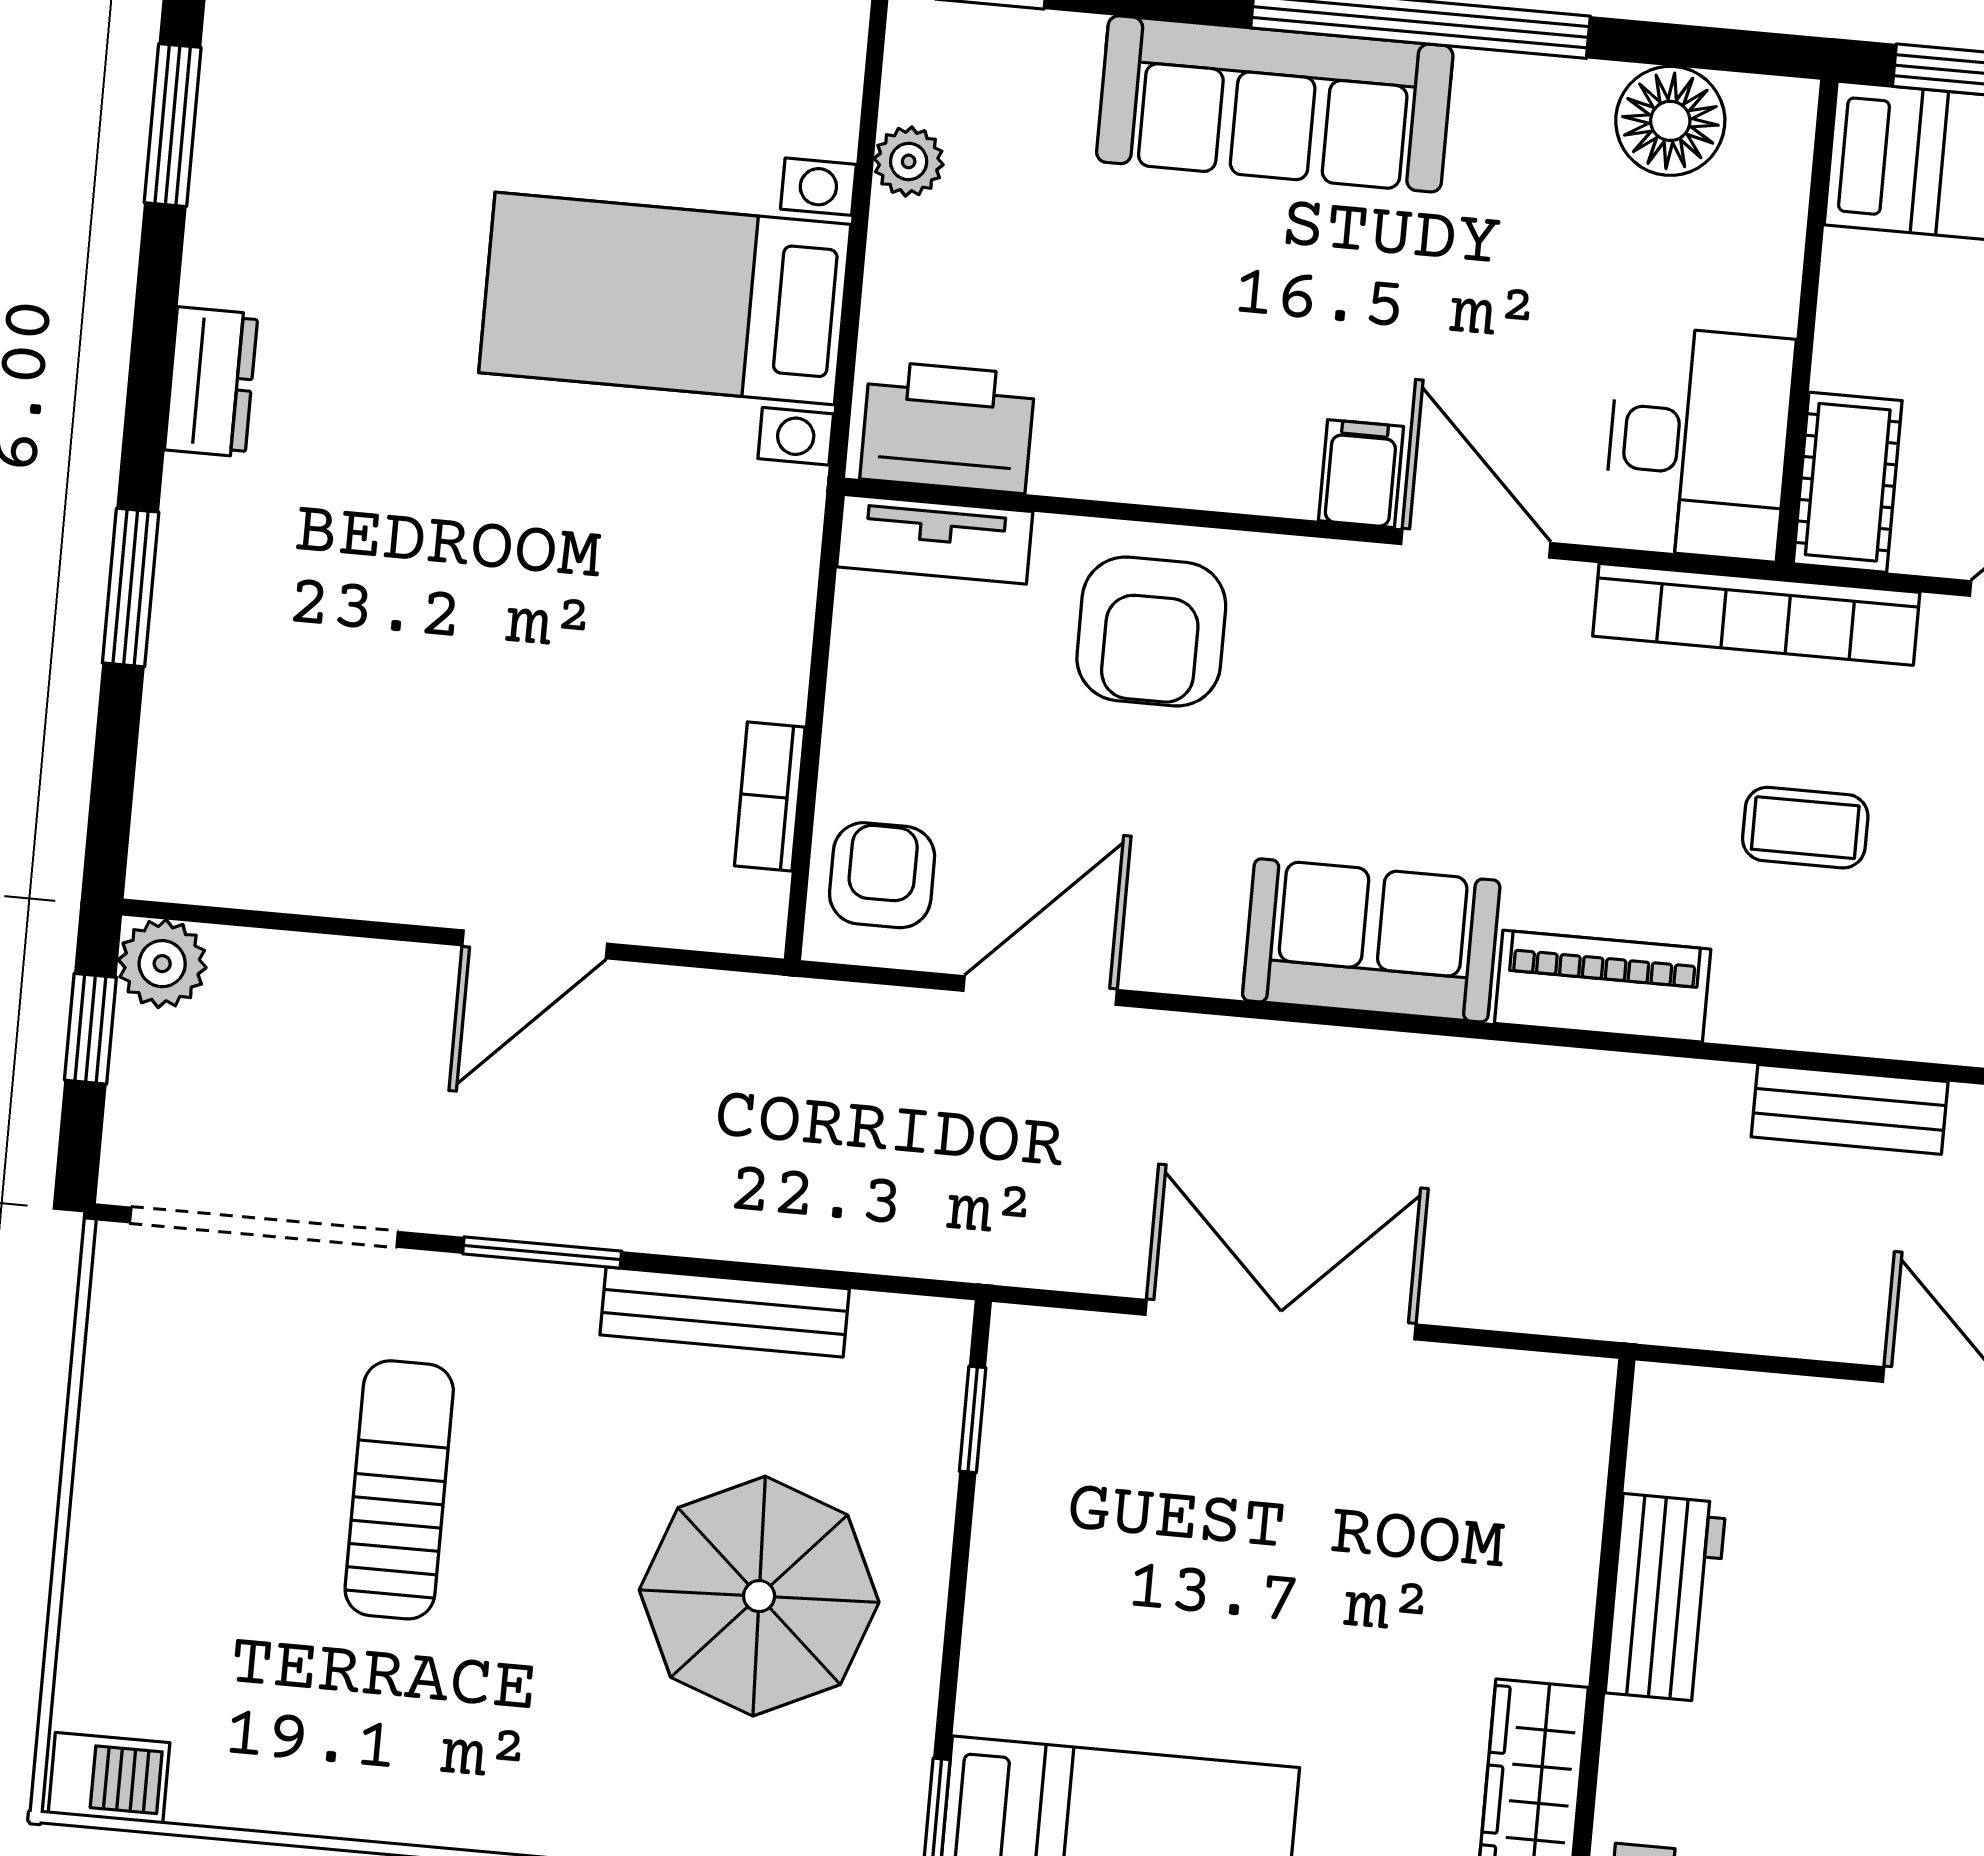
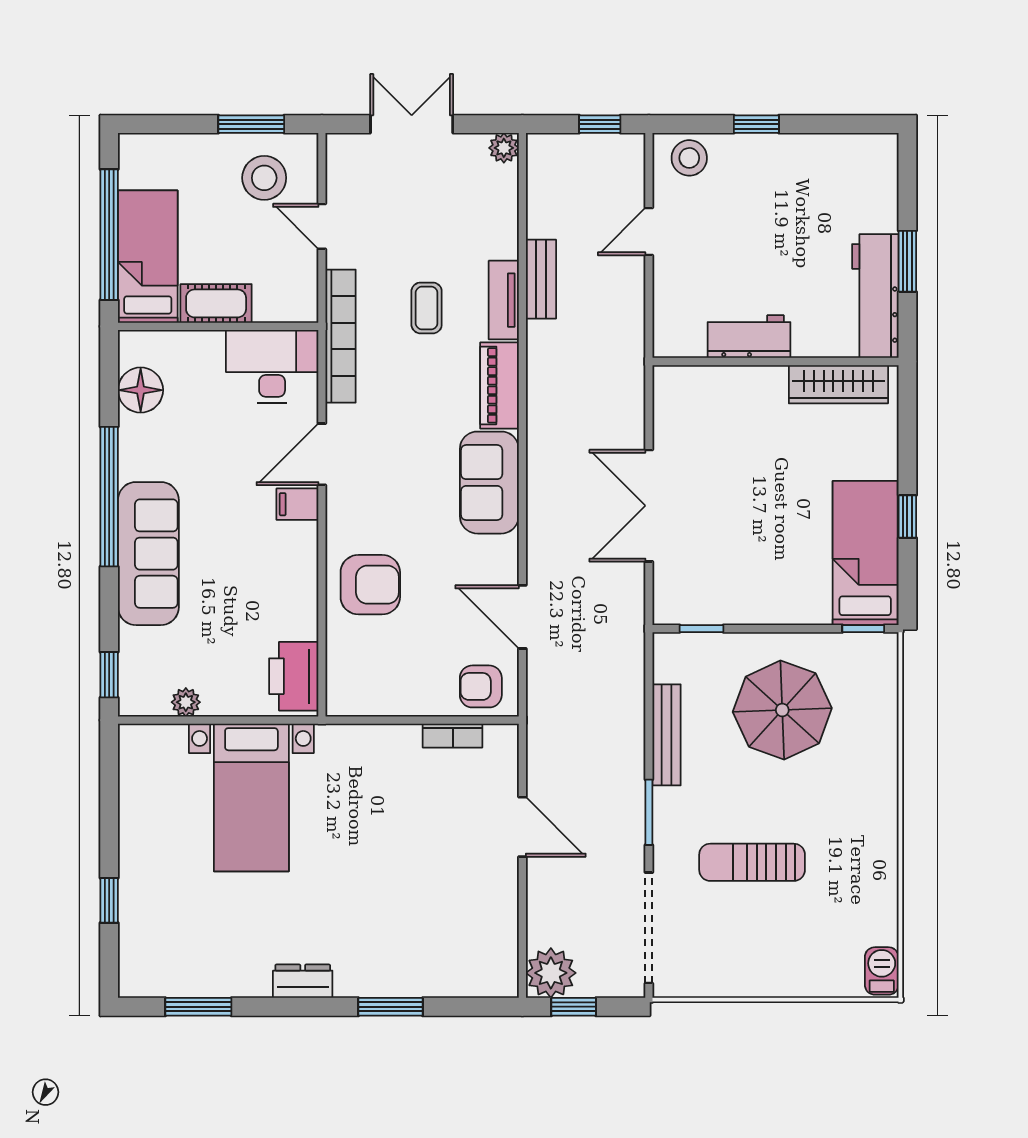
cot: (1848, 482) -> (216, 303), moved
tv unit: (935, 539) -> (504, 300), moved, turned 180
plant: (162, 964) -> (551, 973), width x1.36, depth x1.36

